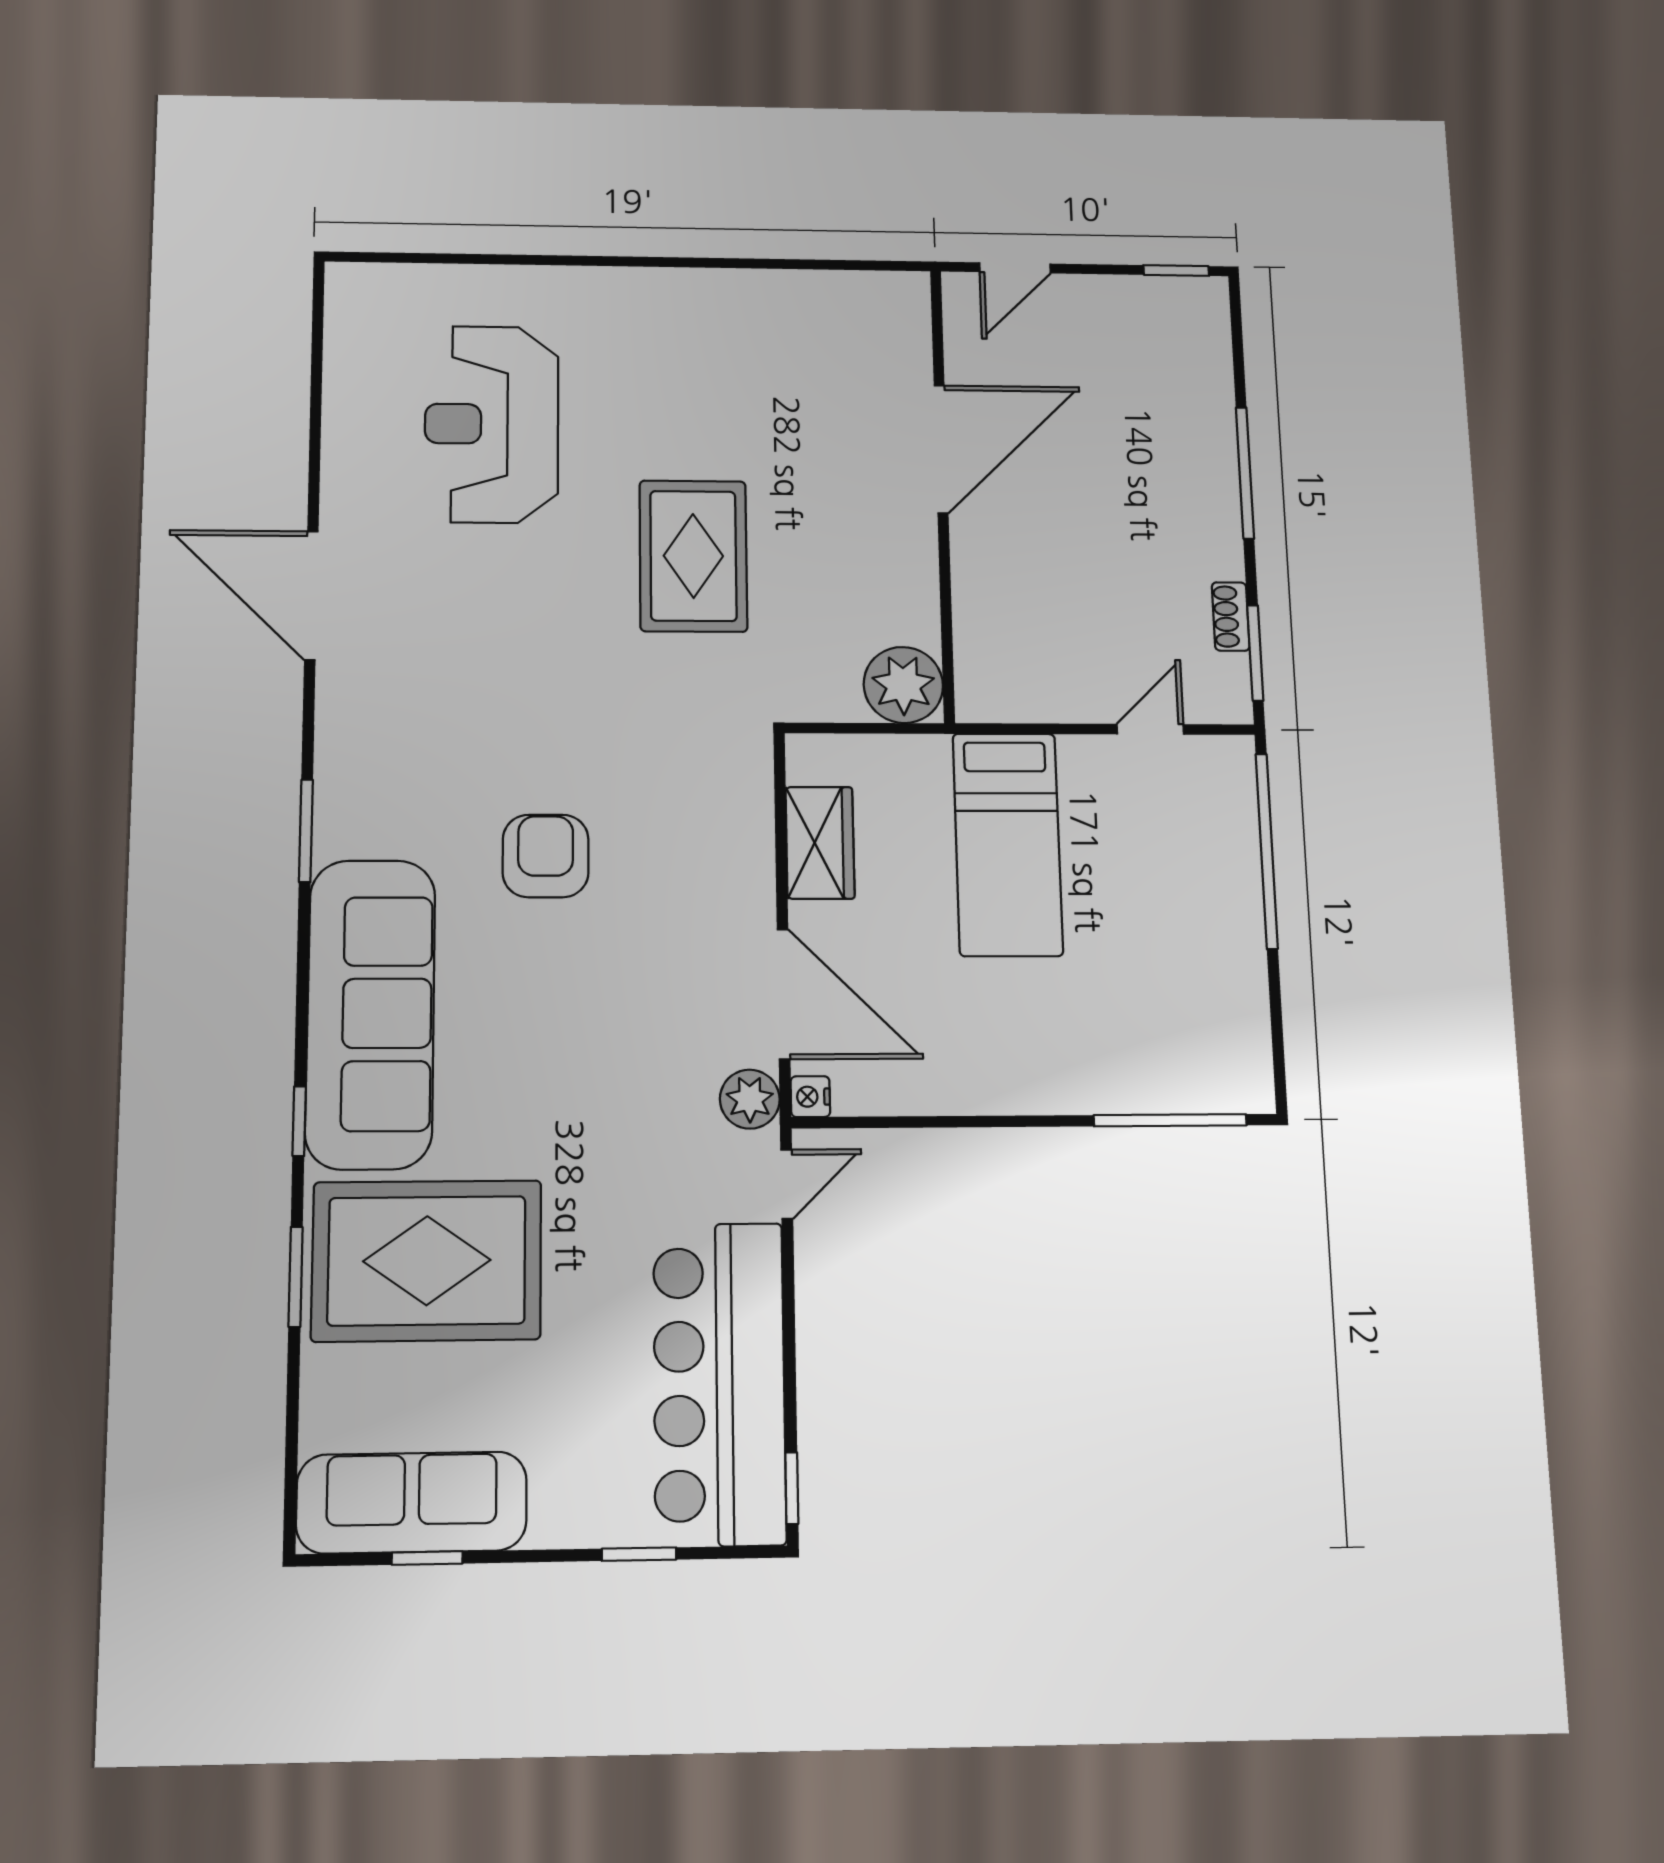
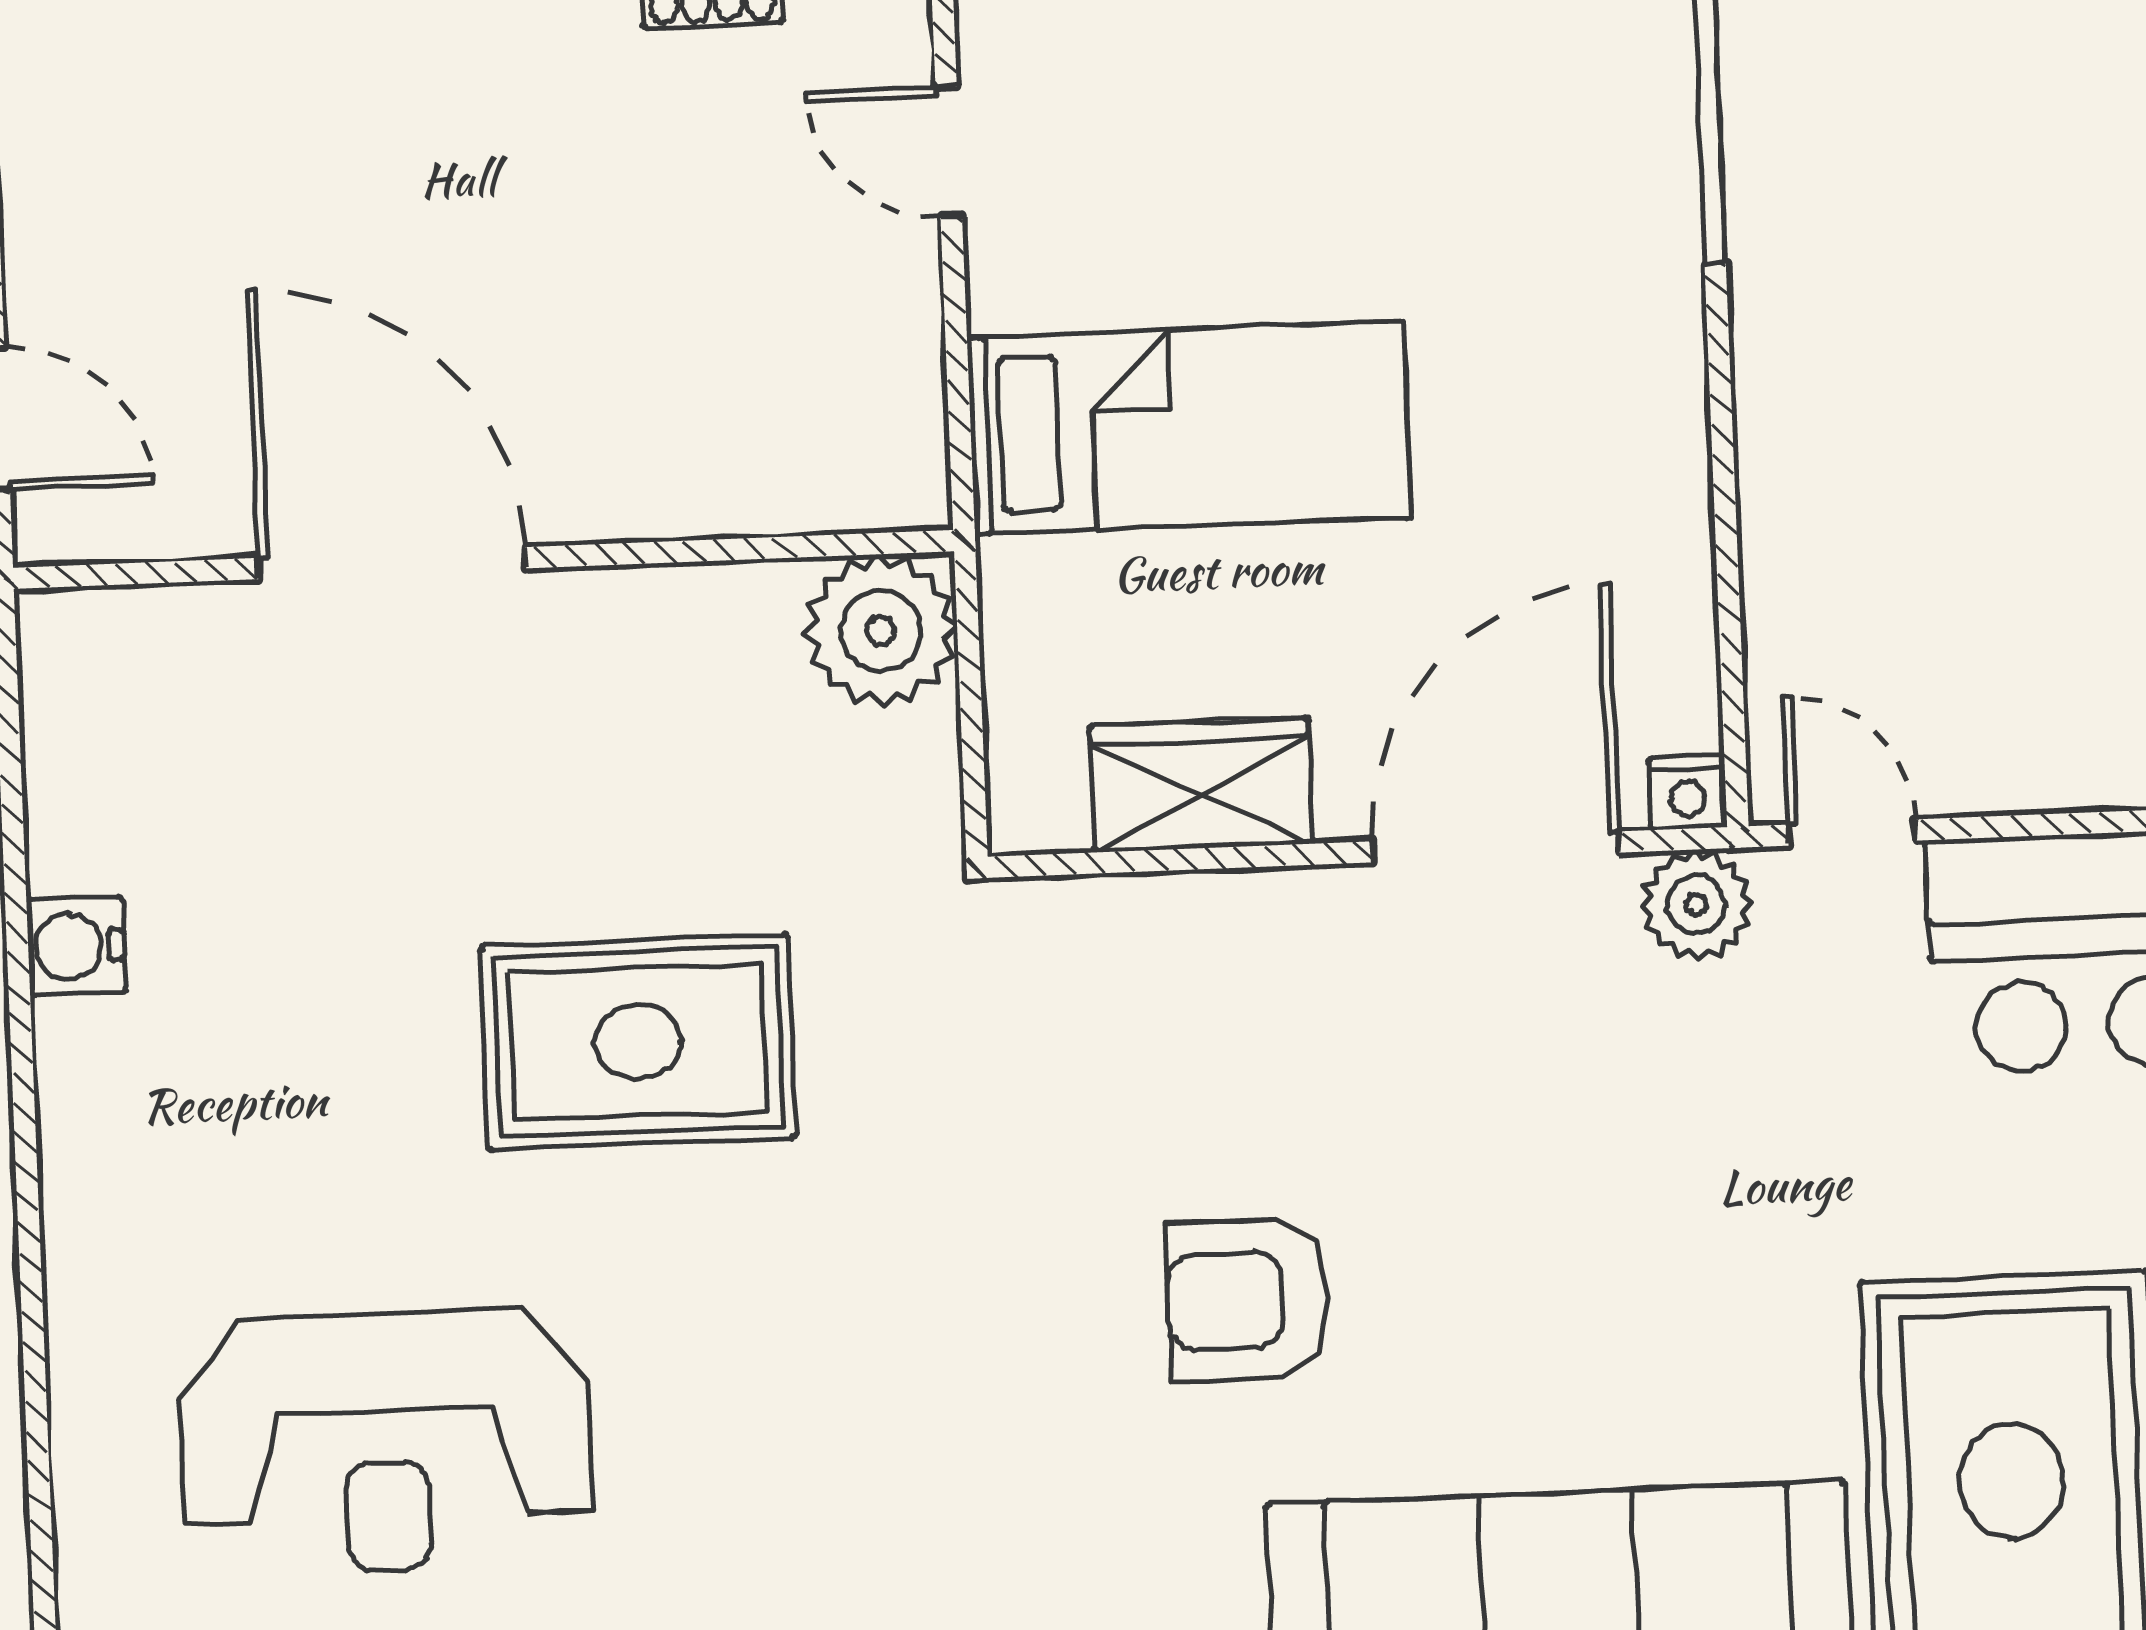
water cooler: (750, 291) -> (76, 946), added

